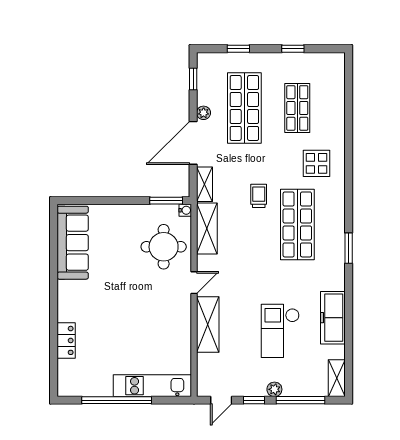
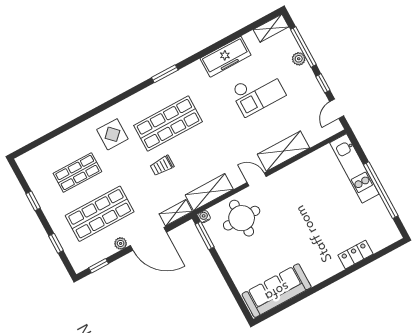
plant: (274, 389) -> (299, 59), moved
door: (221, 400) -> (337, 109), swing flipped

